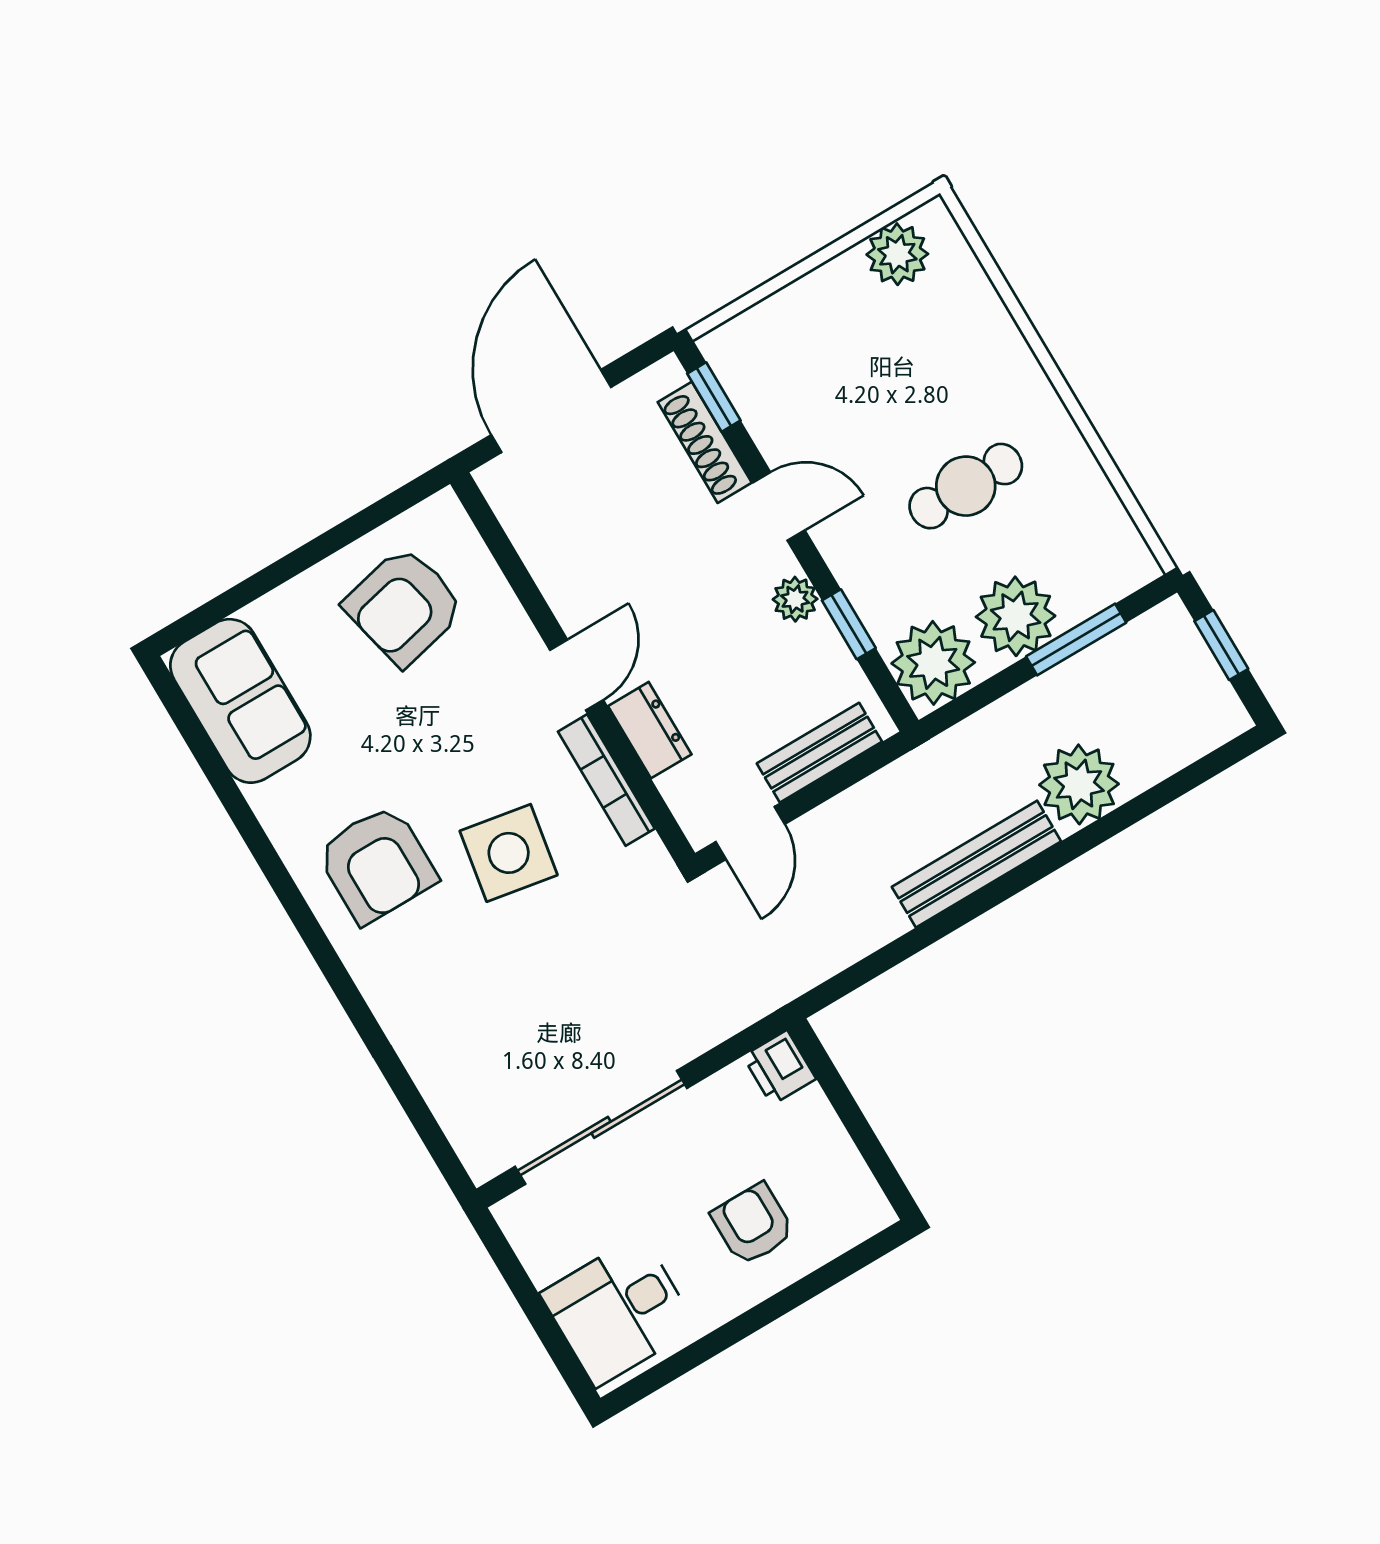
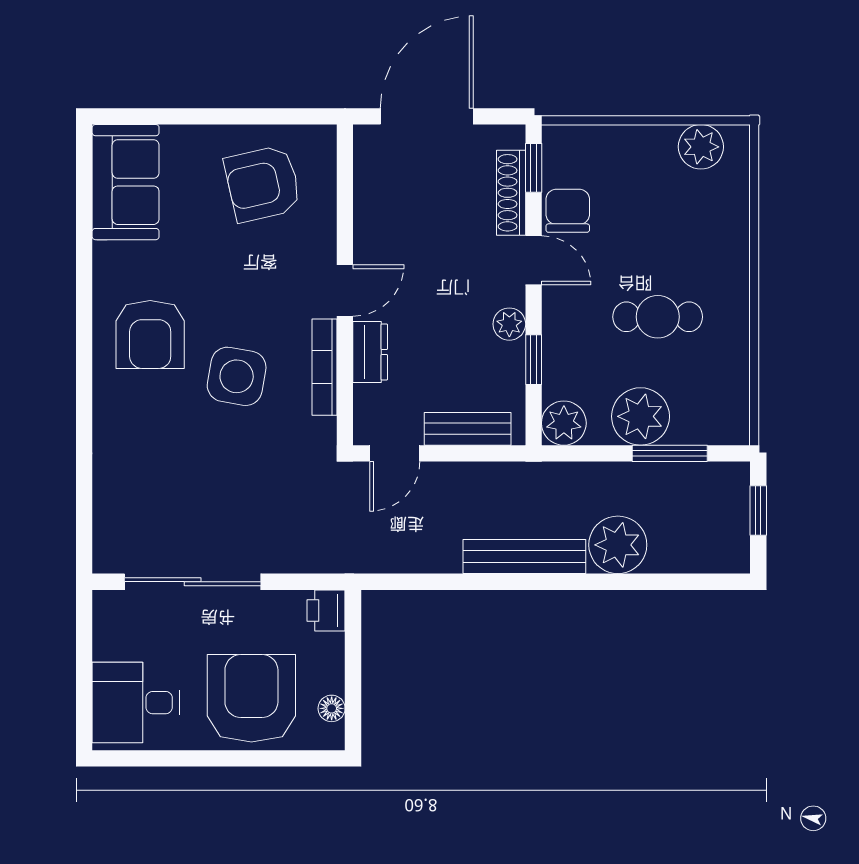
chair: (785, 424) -> (568, 211), added
plant: (933, 663) -> (564, 423), width x0.73, depth x0.73
floor lamp: (855, 1180) -> (332, 708), added
armchair: (753, 1224) -> (251, 698), width x1.88, depth x1.88

